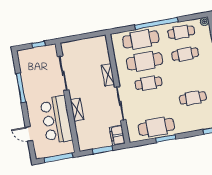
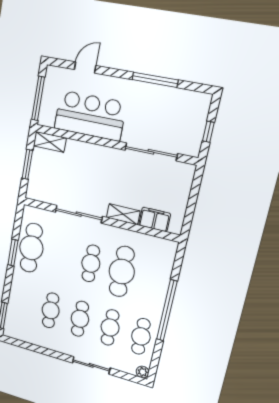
cafe table: (141, 39) -> (80, 319), moved, width x0.73, depth x0.74
shelving: (77, 110) -> (50, 142), moved
filing cabinet: (117, 135) -> (155, 219), moved

